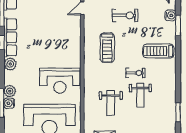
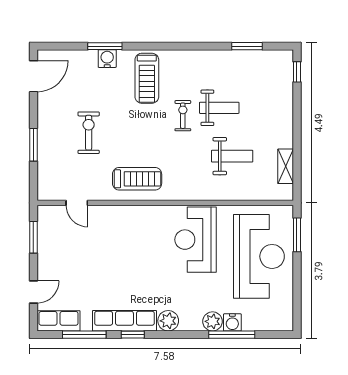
water cooler: (170, 15) -> (107, 59), moved
treadmill: (107, 48) -> (137, 179), moved
reception desk: (60, 81) -> (196, 240), turned 180

